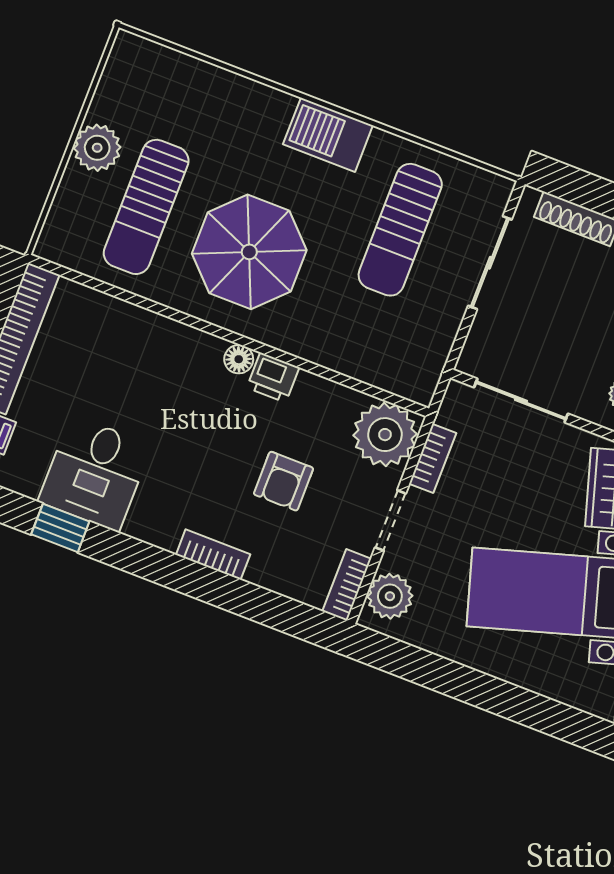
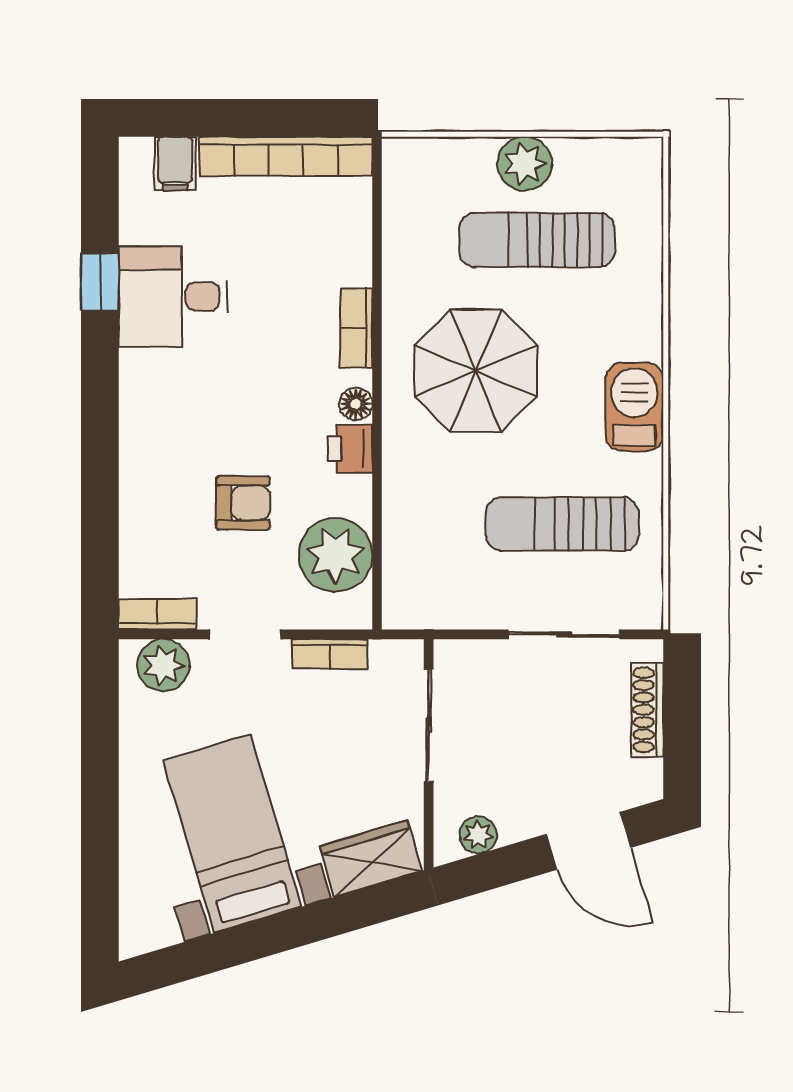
sun lounger: (146, 207) -> (537, 240), moved
plant: (385, 435) -> (335, 555), moved
armchair: (283, 481) -> (243, 503), turned 180
bookcase: (213, 555) -> (356, 328), moved, turned 180

